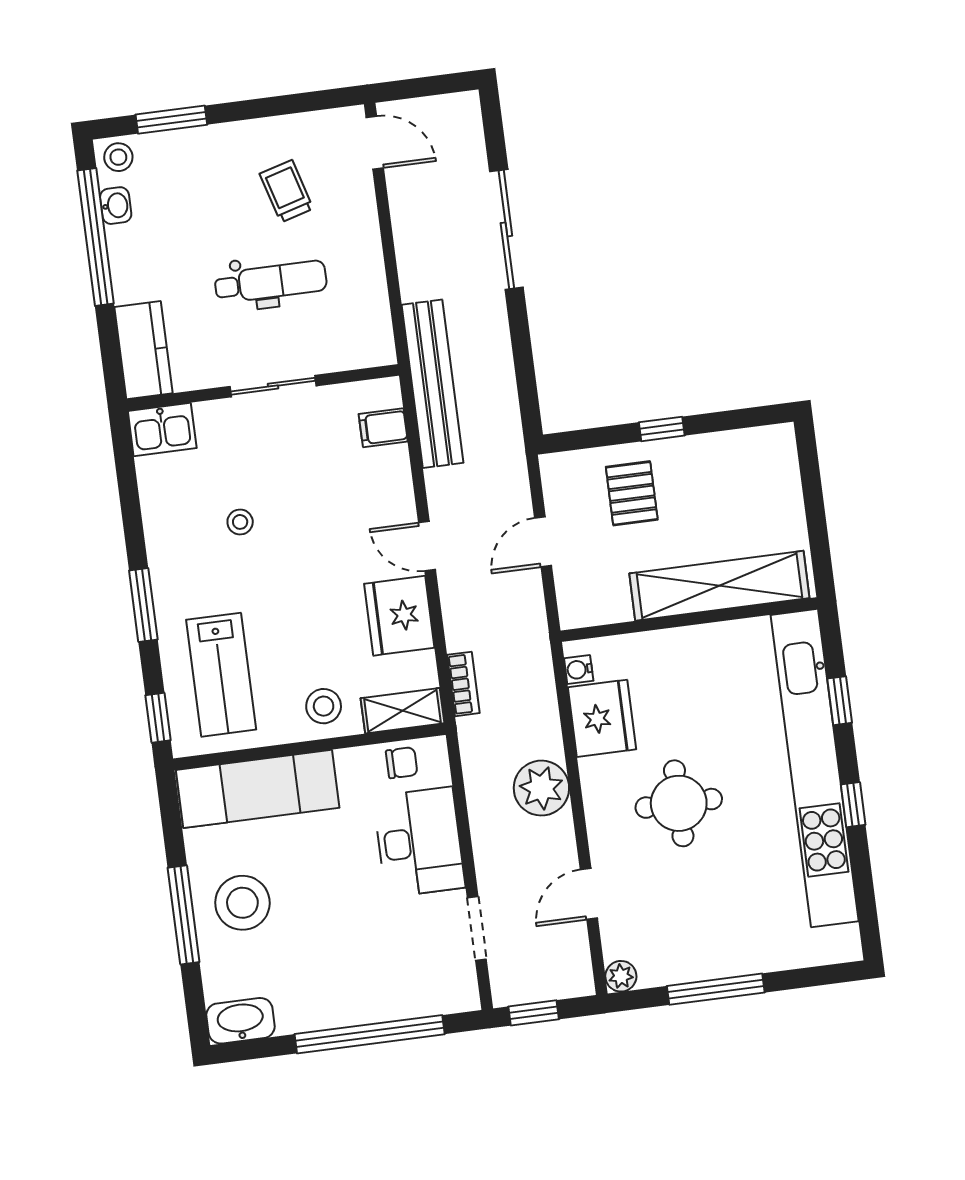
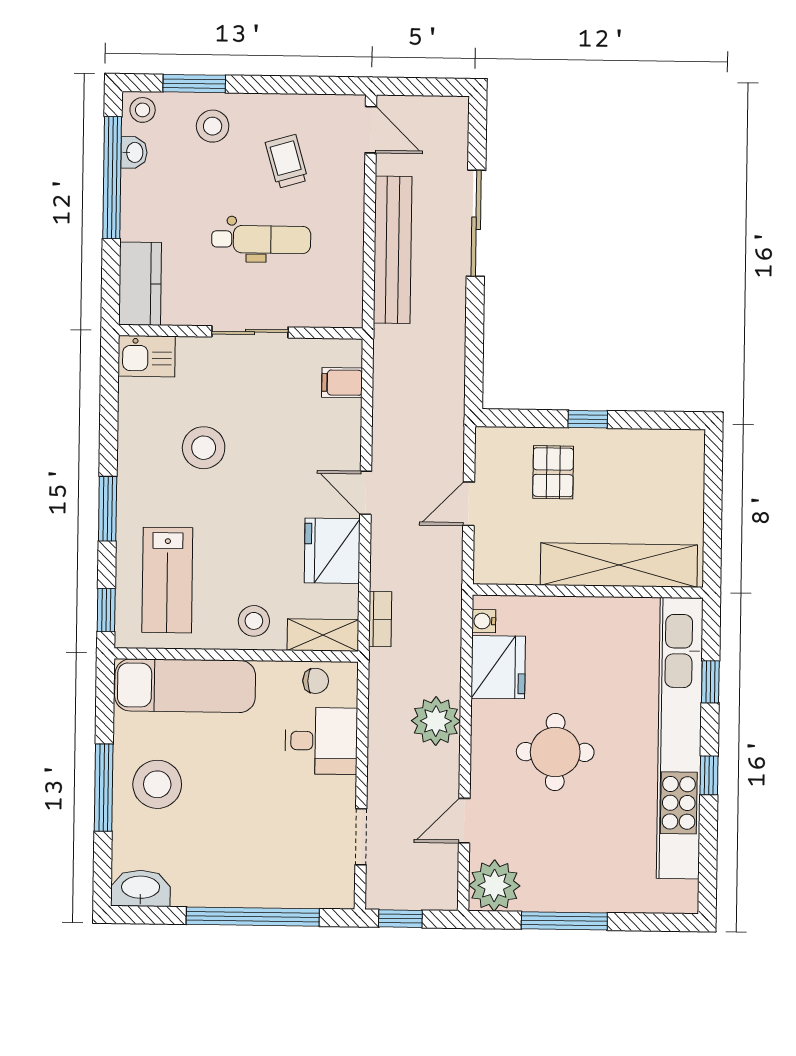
stool: (199, 164) -> (213, 126), added
bench: (433, 384) -> (393, 250), moved
stool: (240, 522) -> (204, 448), width x1.89, depth x1.89
desk: (419, 842) -> (321, 741), width x0.73
plant: (621, 976) -> (494, 885), width x1.87, depth x1.87

